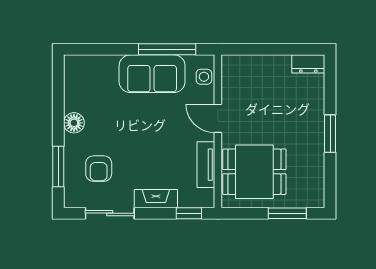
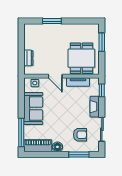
window: (167, 49) -> (21, 133), moved
dresser: (308, 64) -> (28, 58), moved
piano: (76, 83) -> (38, 146), added
door: (218, 118) -> (55, 76), hinge flipped
window: (330, 134) -> (52, 21), moved

